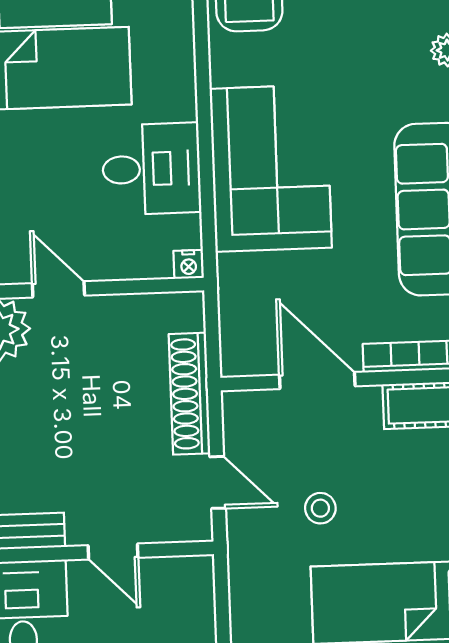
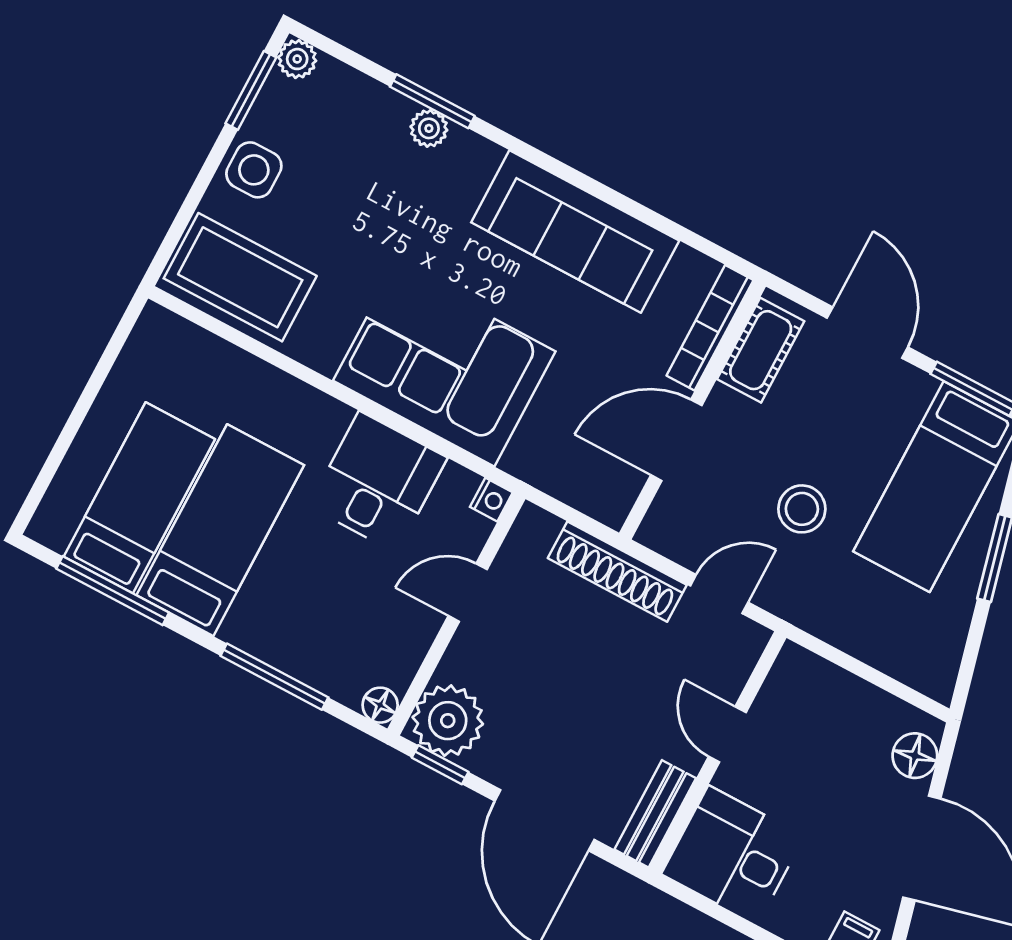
door: (58, 289) -> (468, 593), moved
stool: (320, 508) -> (802, 509), width x1.37, depth x1.37
door: (113, 551) -> (727, 734), swing flipped

